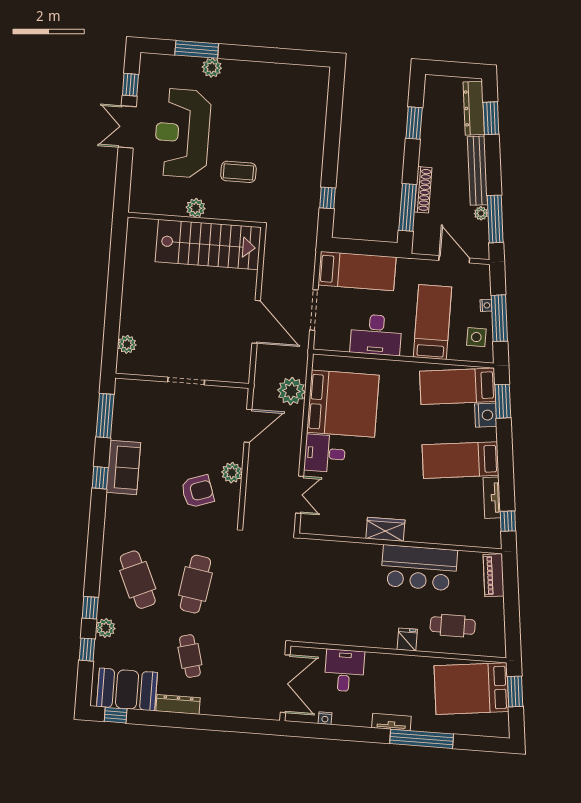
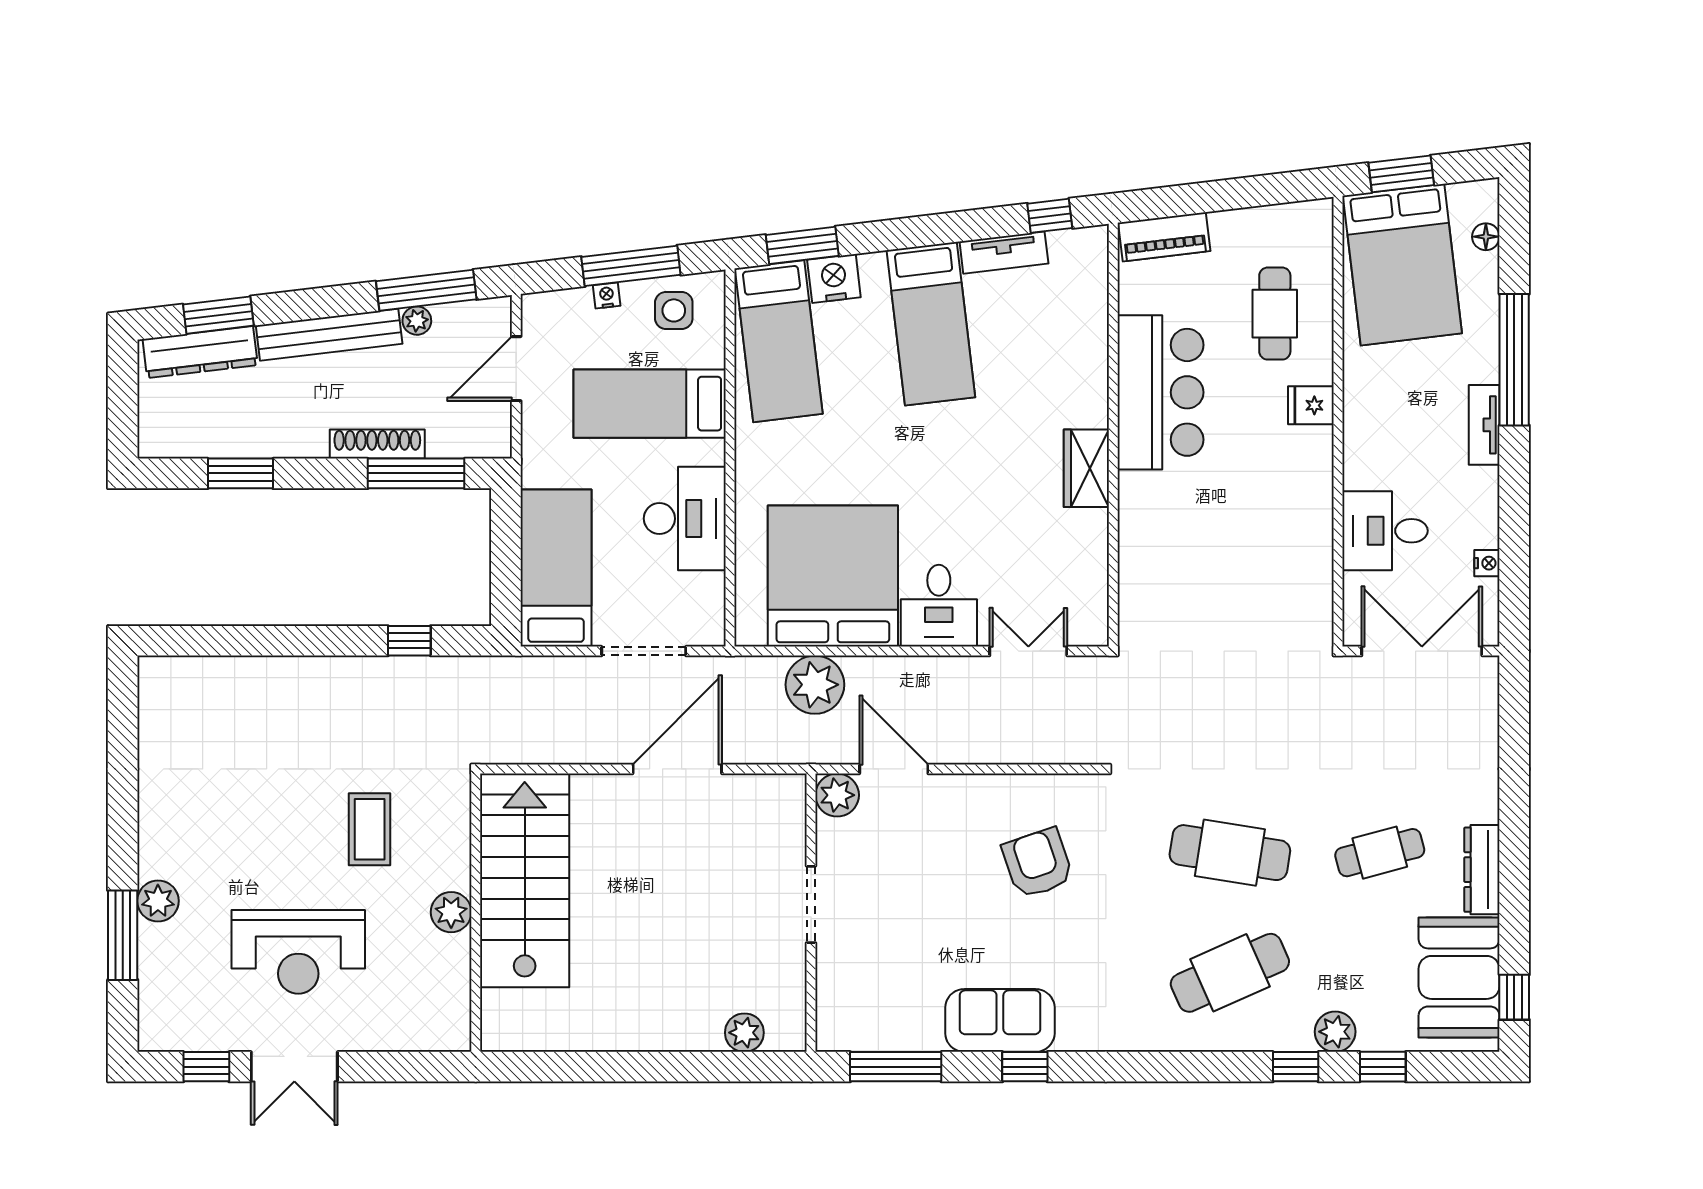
reception desk: (182, 133) -> (298, 952), width x0.74, depth x0.77
plant: (232, 473) -> (837, 795), moved
floor lamp: (482, 730) -> (1486, 237), added

